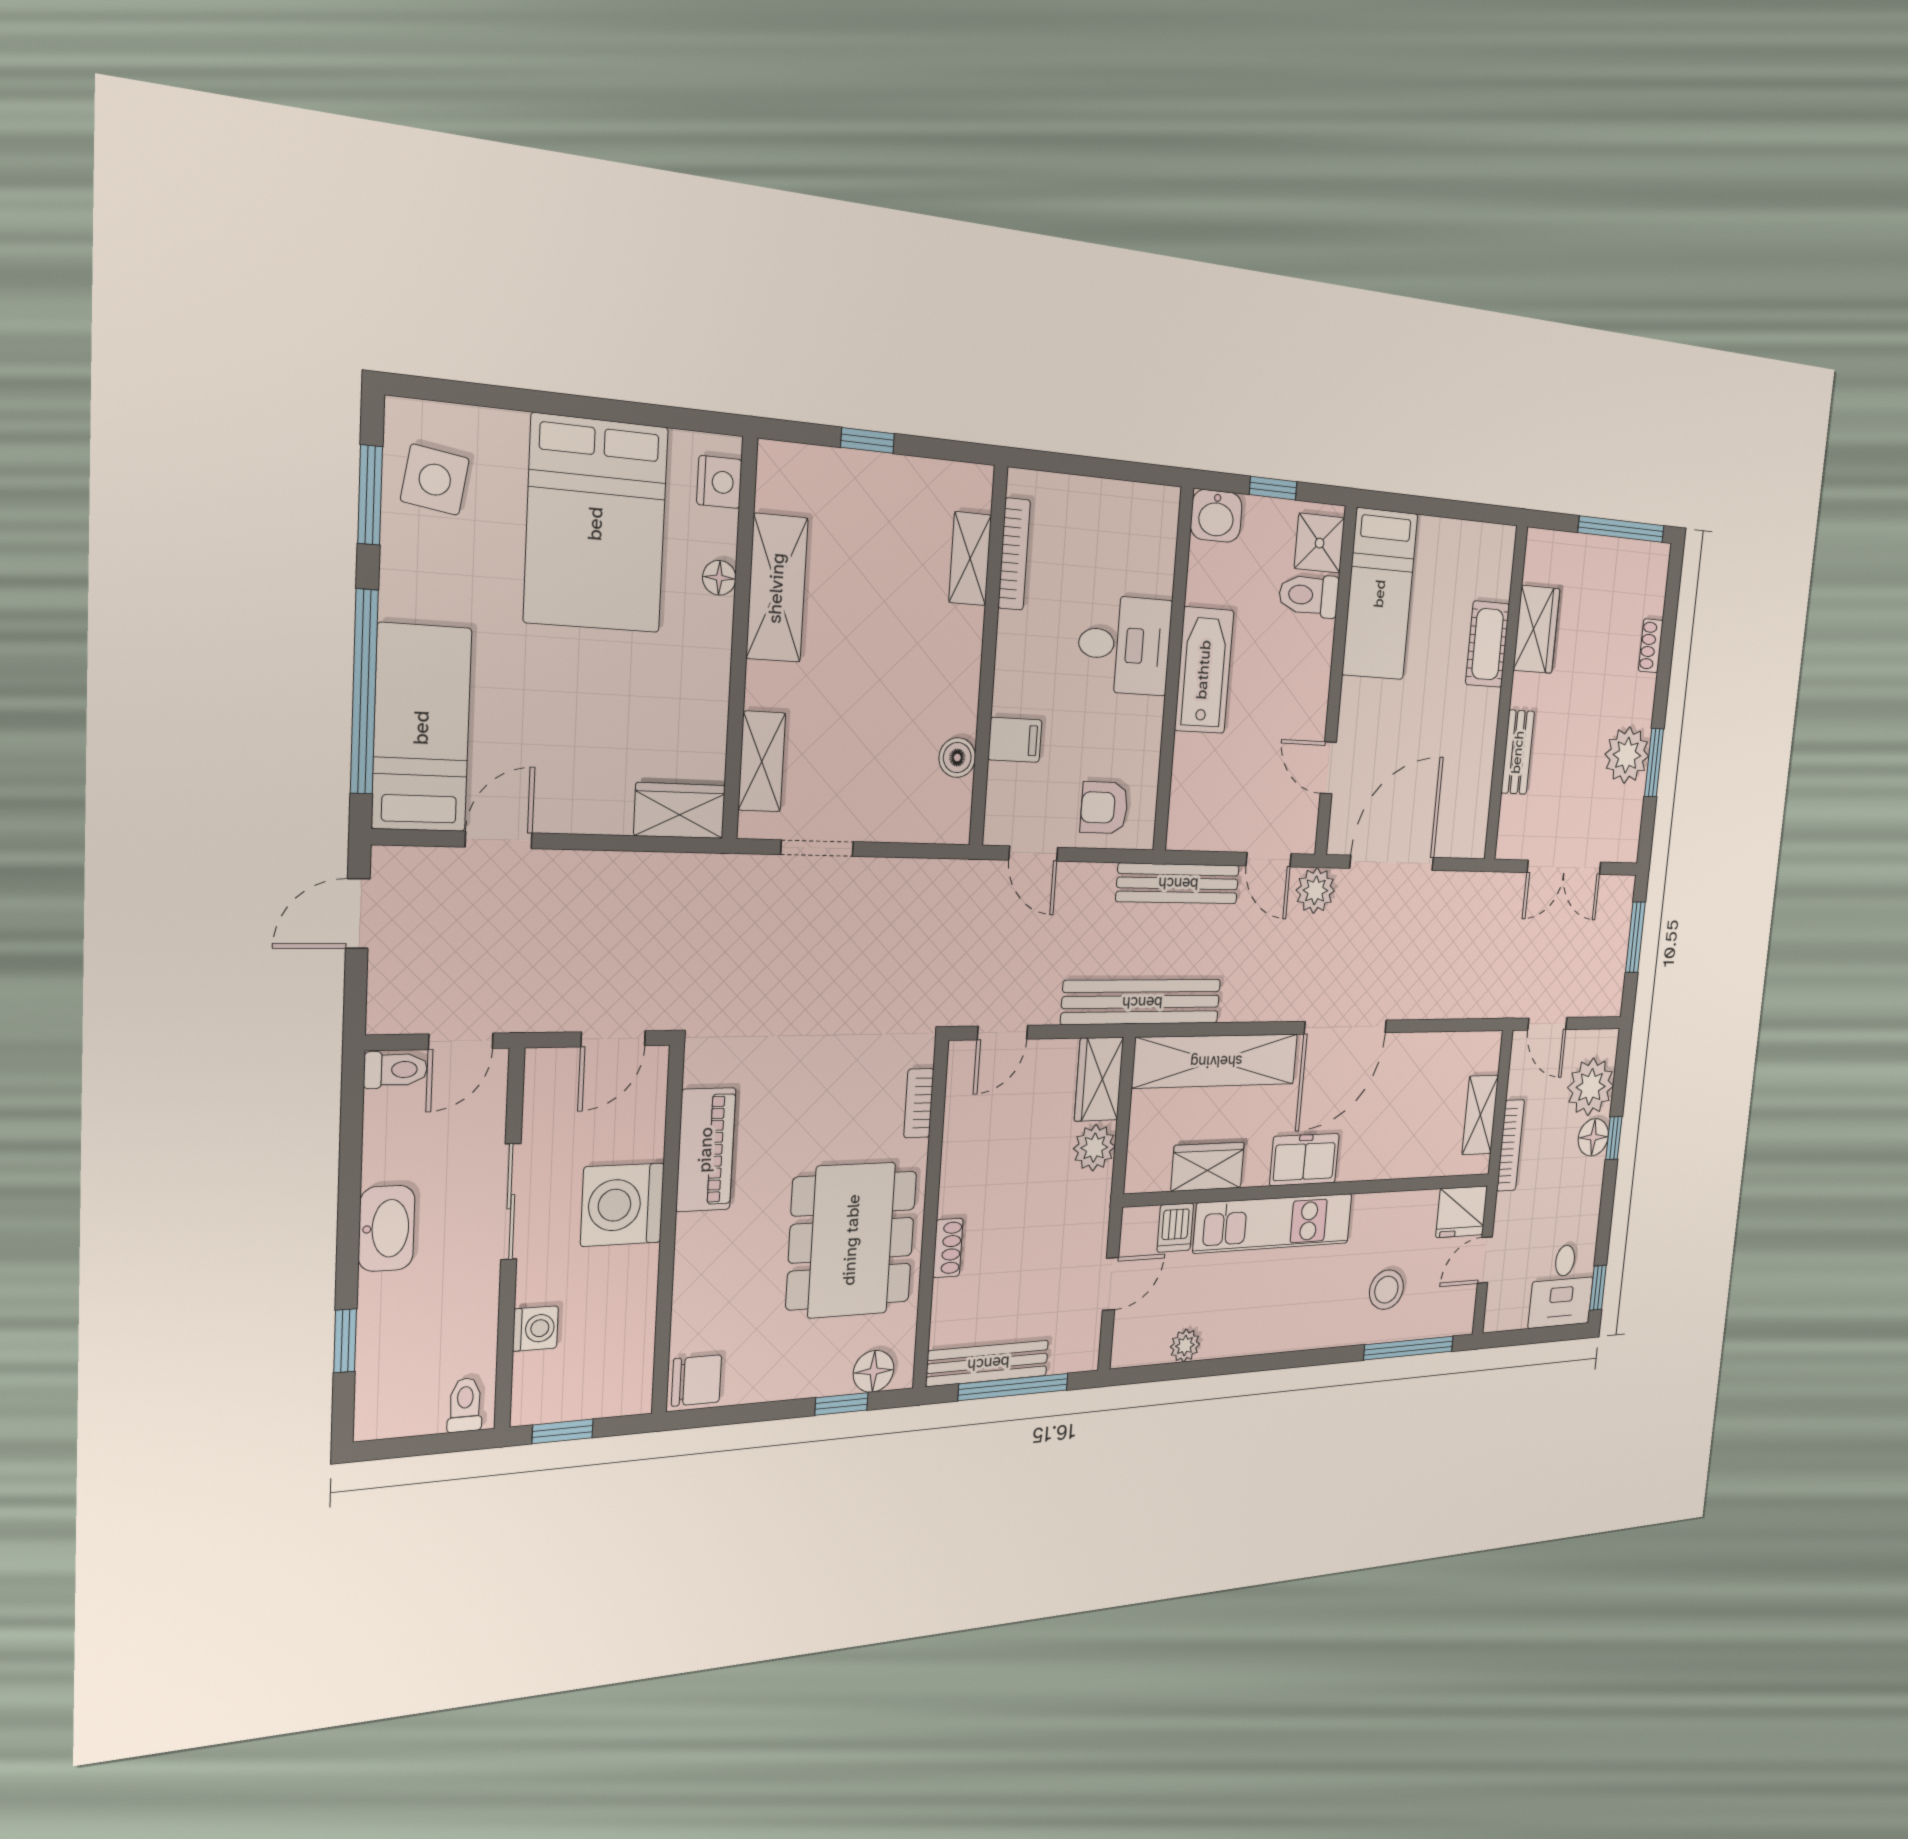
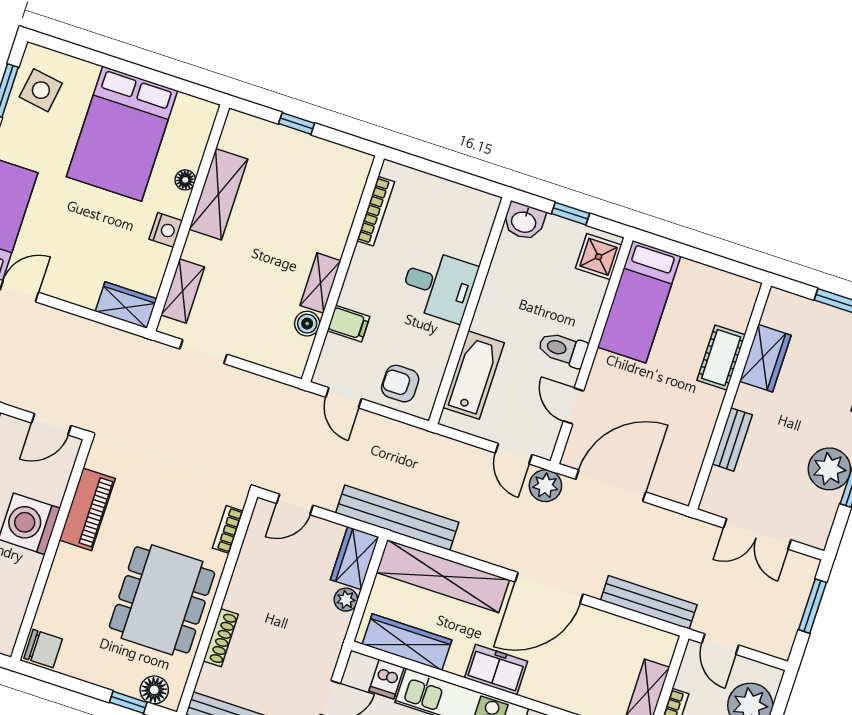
nightstand: (719, 482) -> (166, 230), moved
shelving: (970, 559) -> (320, 283), moved
toilet: (1309, 595) -> (563, 349), moved
bathtub: (1204, 670) -> (474, 375), moved
bench: (1178, 883) -> (649, 602), moved
plant: (1094, 1148) -> (346, 600), width x0.73, depth x0.73
wardrobe: (1208, 1167) -> (407, 642), width x1.50
shoe rack: (948, 1248) -> (221, 638), width x1.43

